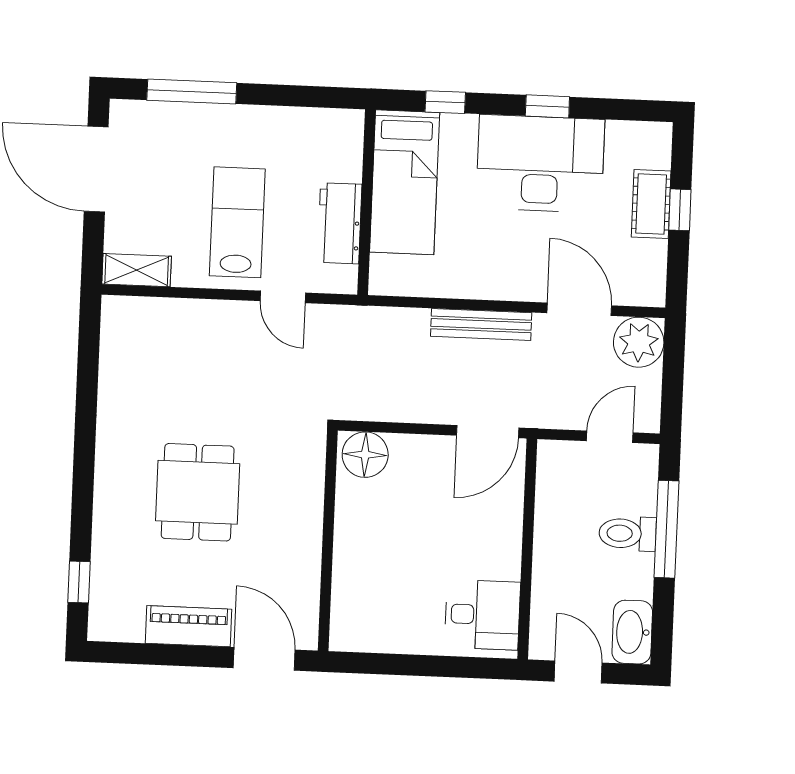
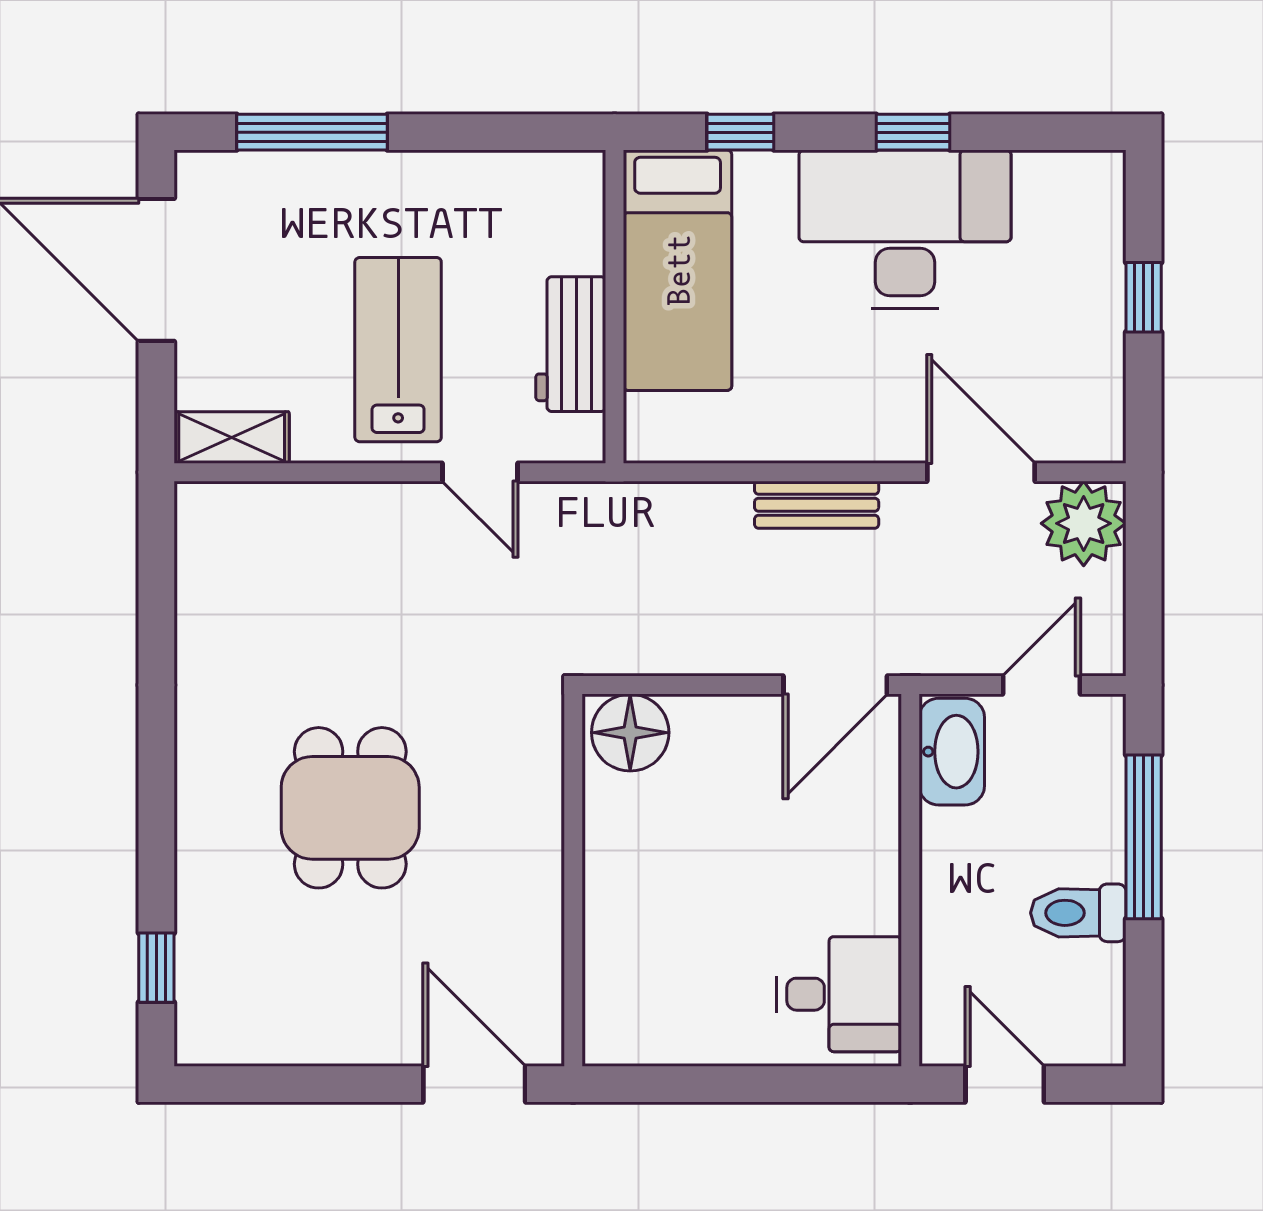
cot: (651, 204) -> (1095, 290), removed
bench: (481, 324) -> (817, 505), width x0.73
toilet: (628, 534) -> (1078, 913), moved
piano: (189, 626) -> (344, 1034), removed
washbasin: (632, 632) -> (952, 752), moved, turned 180

